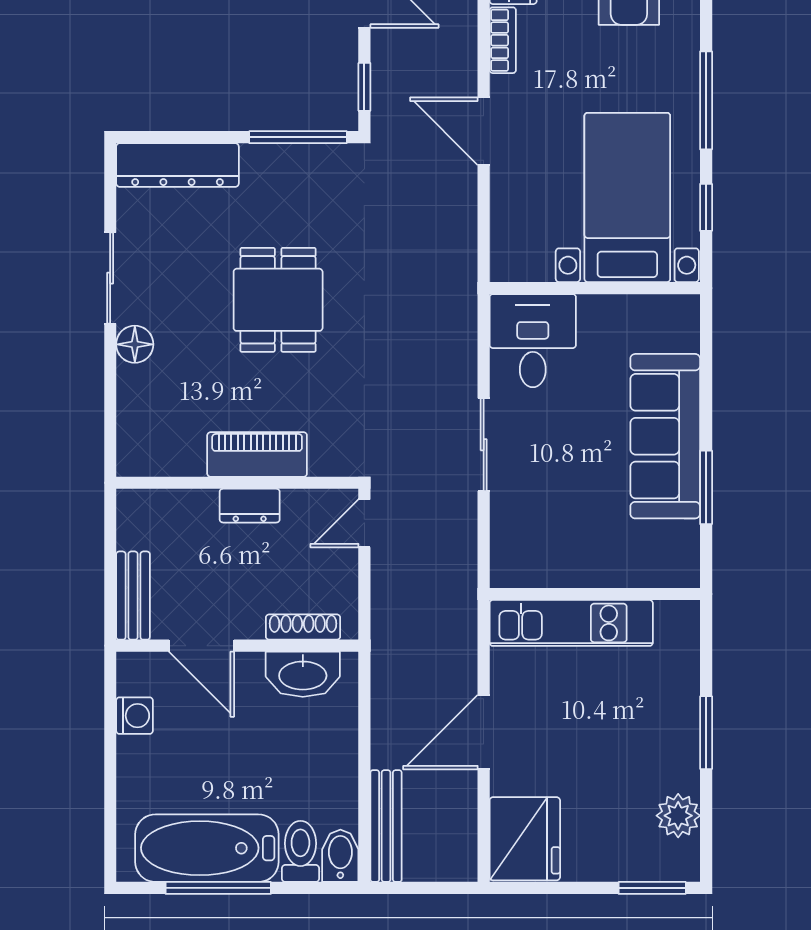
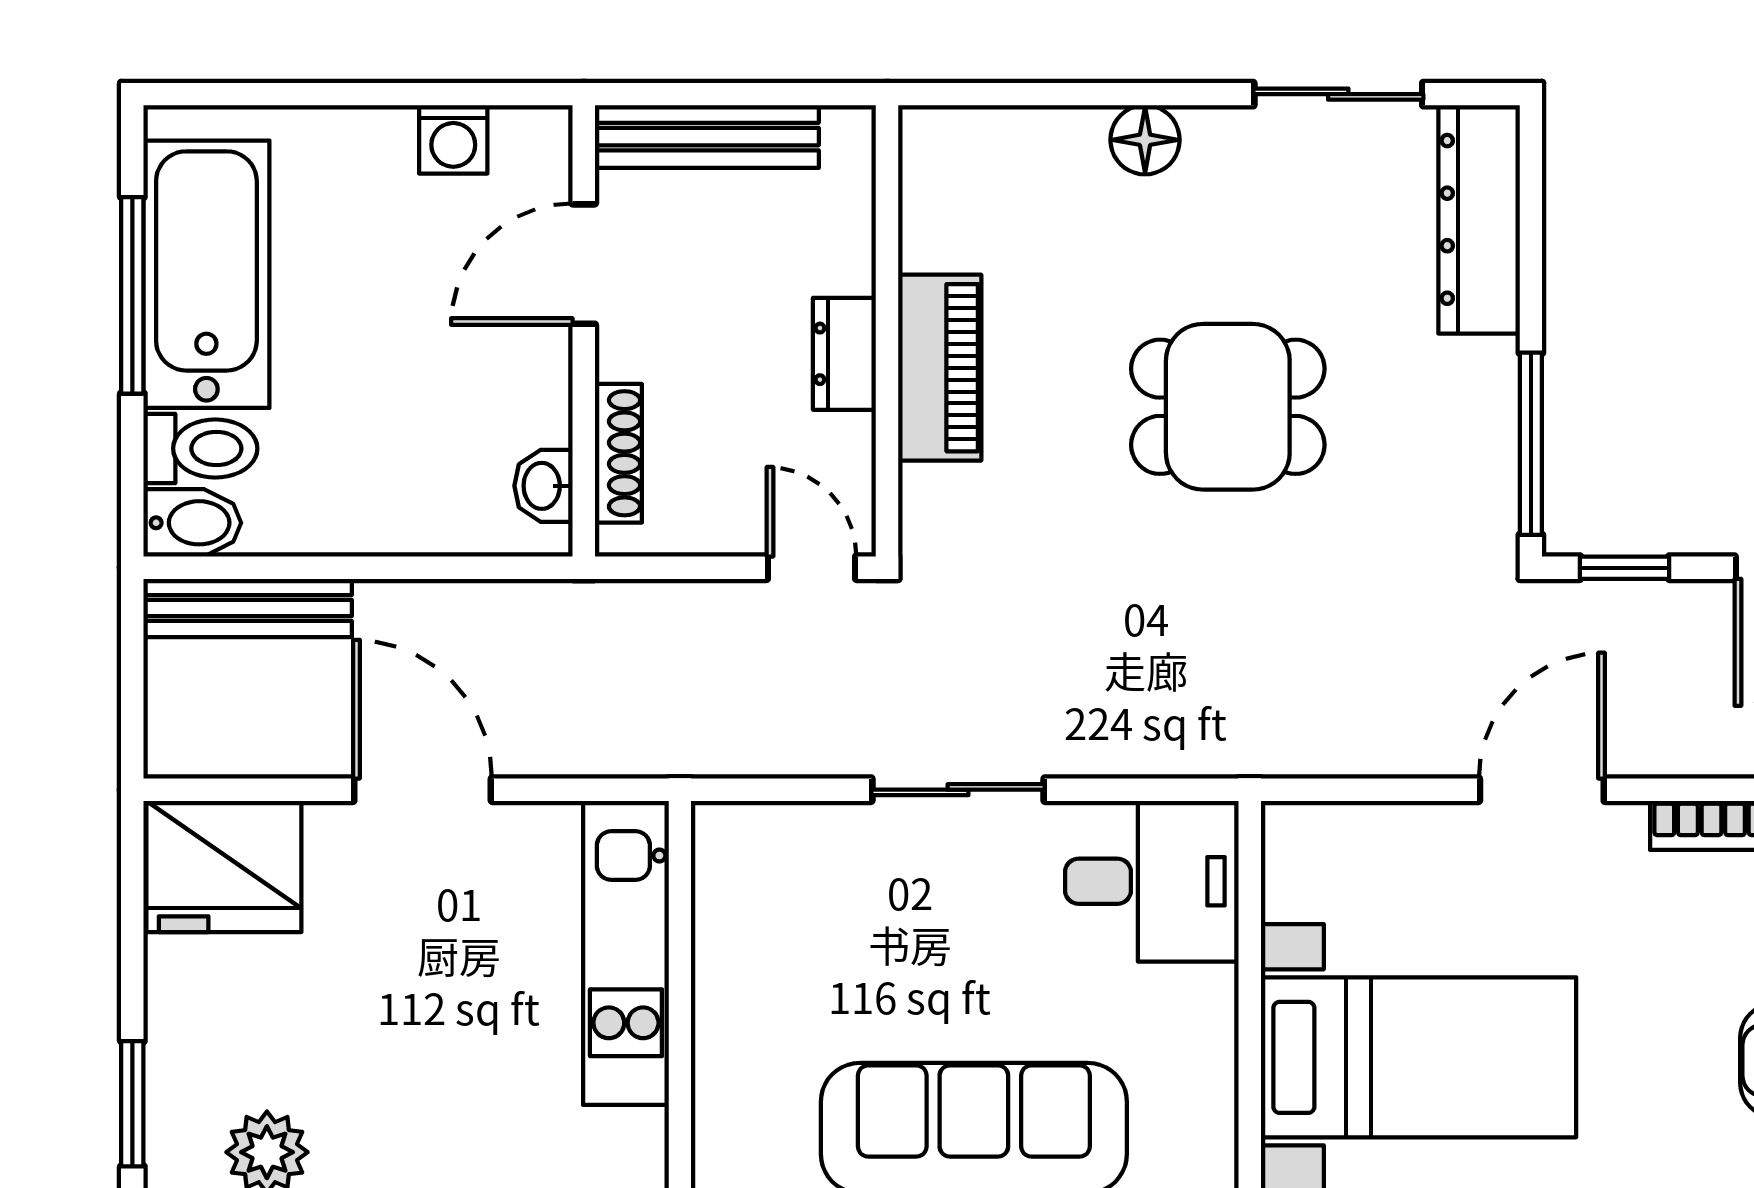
sliding door: (110, 278) -> (1338, 94), moved
bench: (133, 596) -> (707, 137), width x1.36
washbasin: (303, 674) -> (543, 486), width x0.52, depth x0.69

